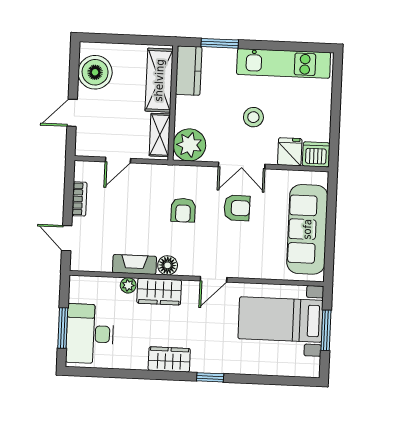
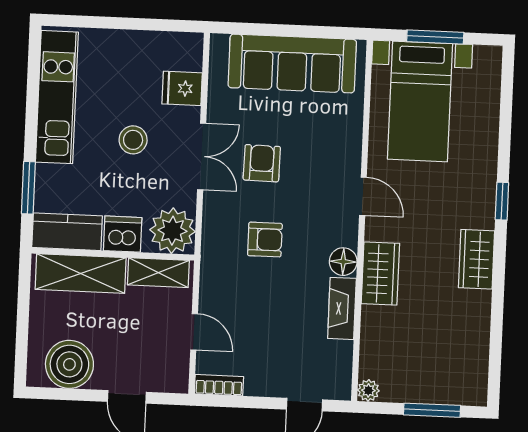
dishwasher: (316, 154) -> (123, 234), moved, turned 90
bookcase: (79, 199) -> (219, 385), moved
plant: (128, 285) -> (368, 390), moved
desk: (90, 334) -> (440, 372), removed

